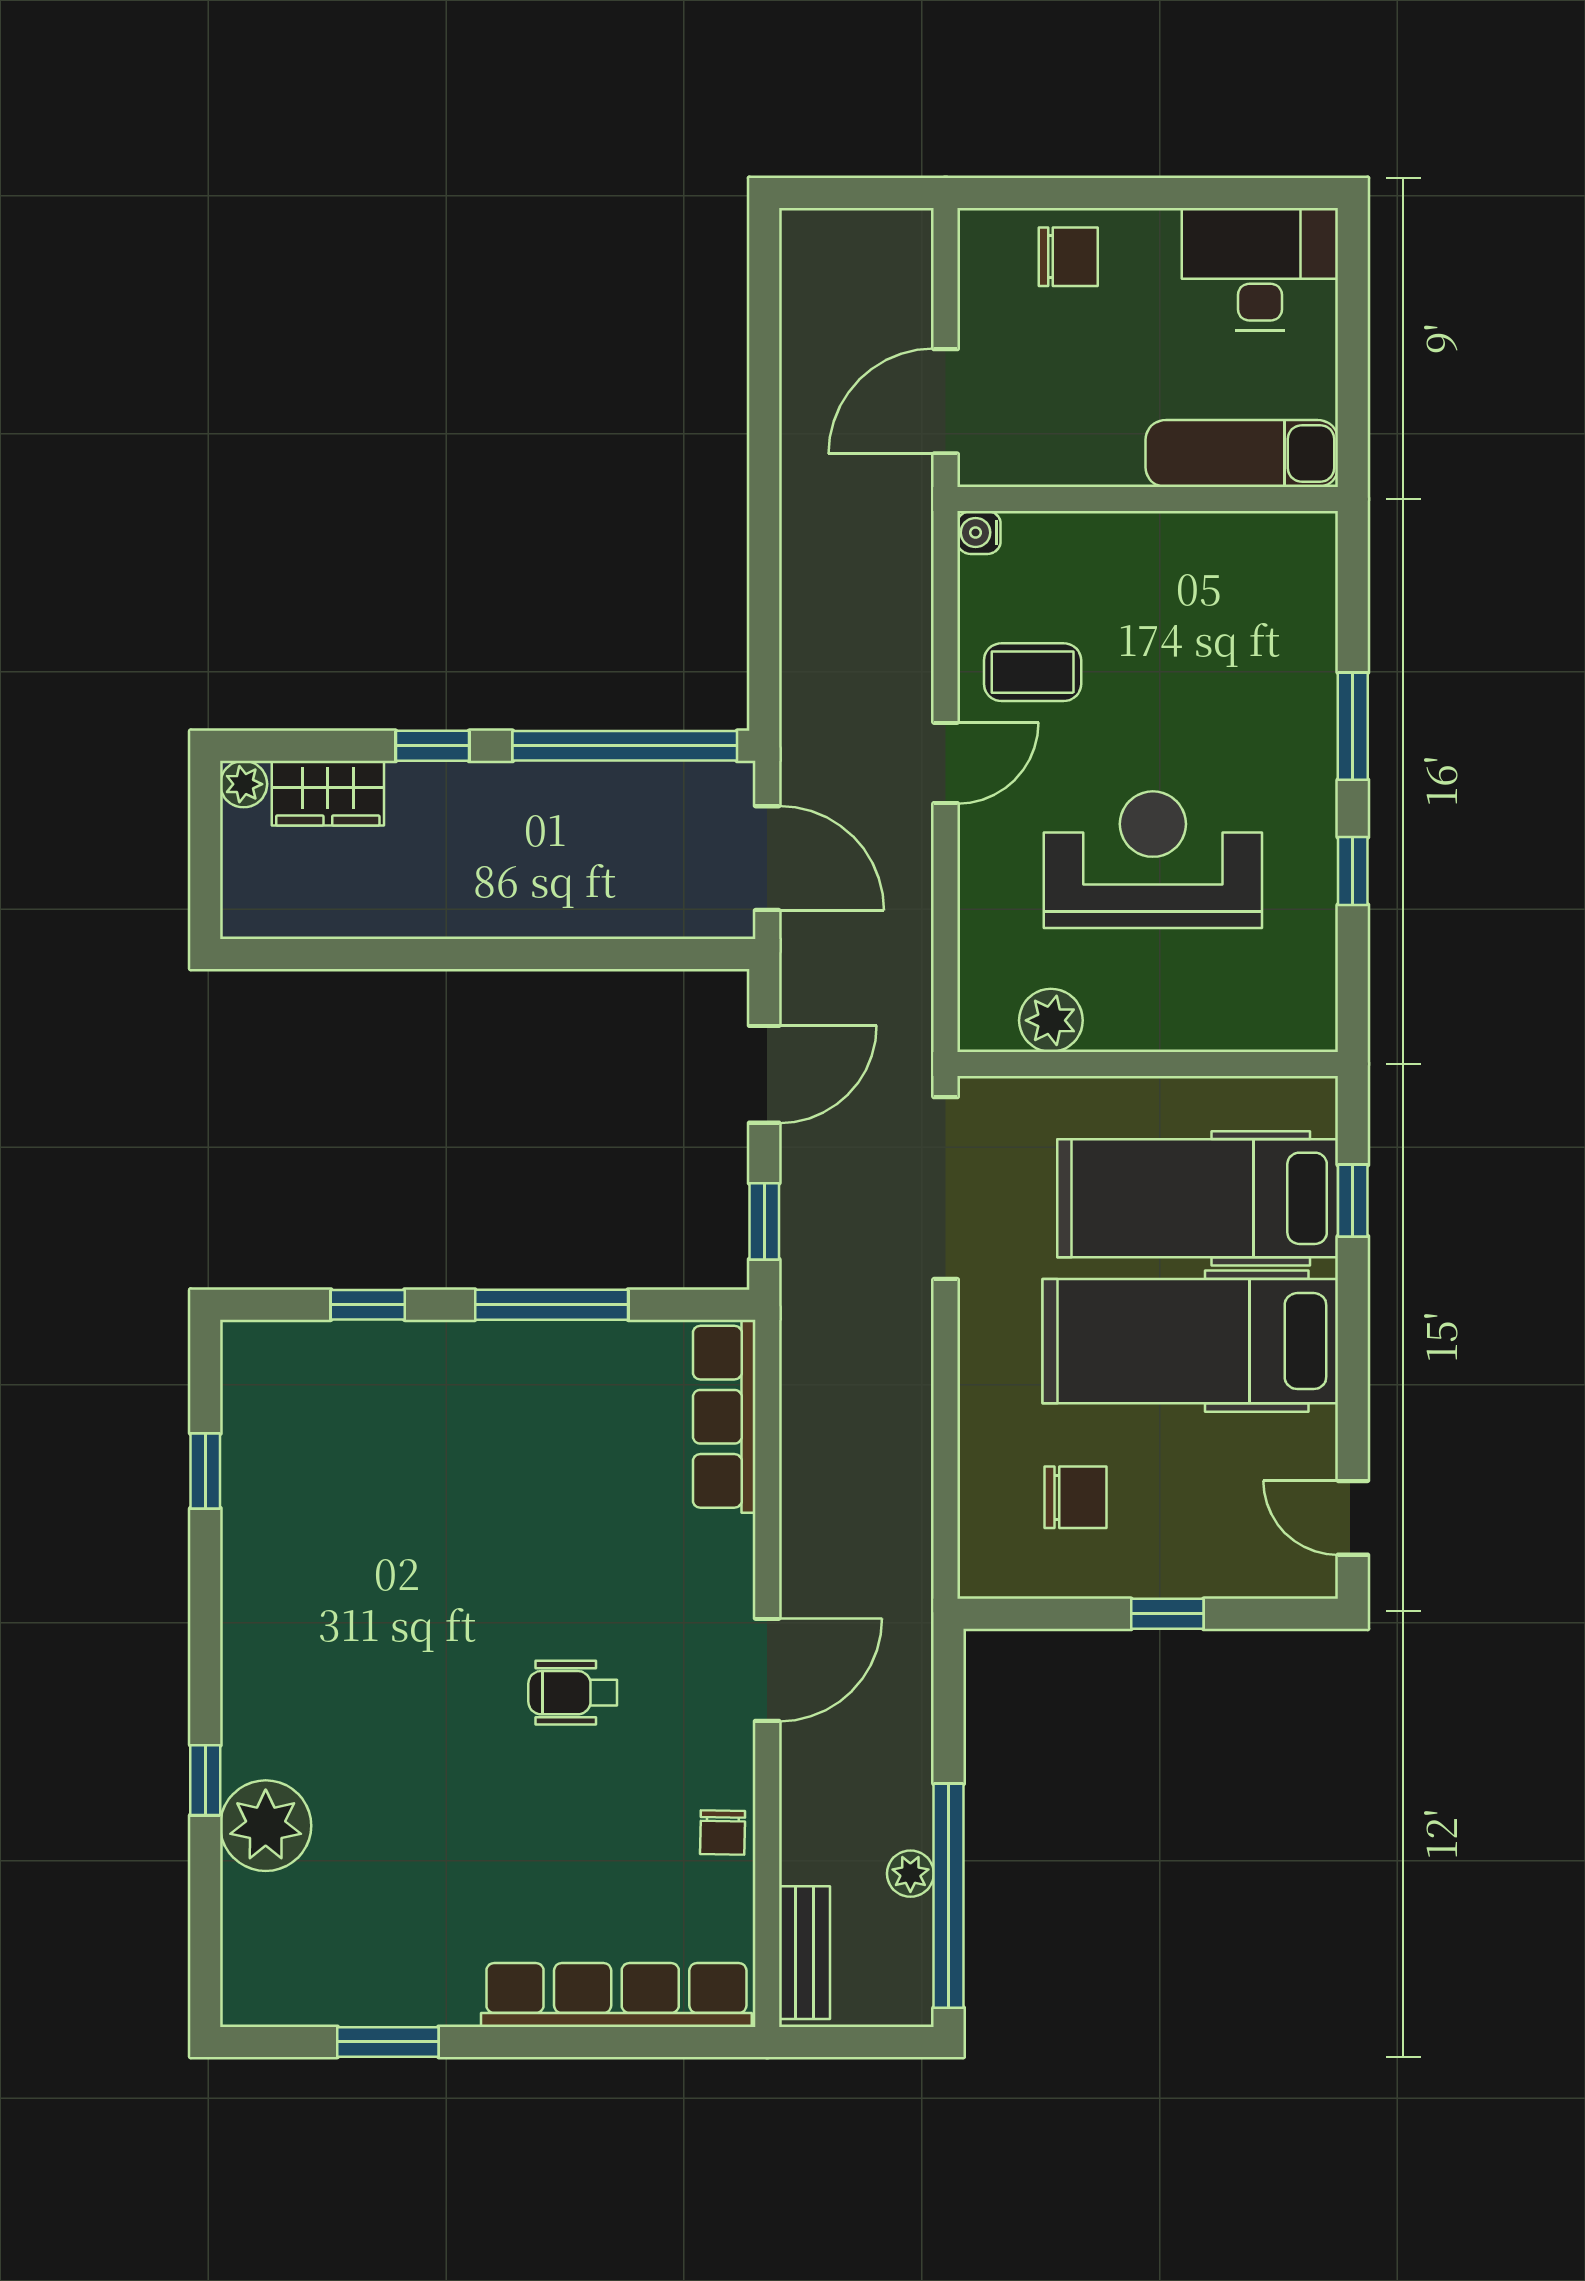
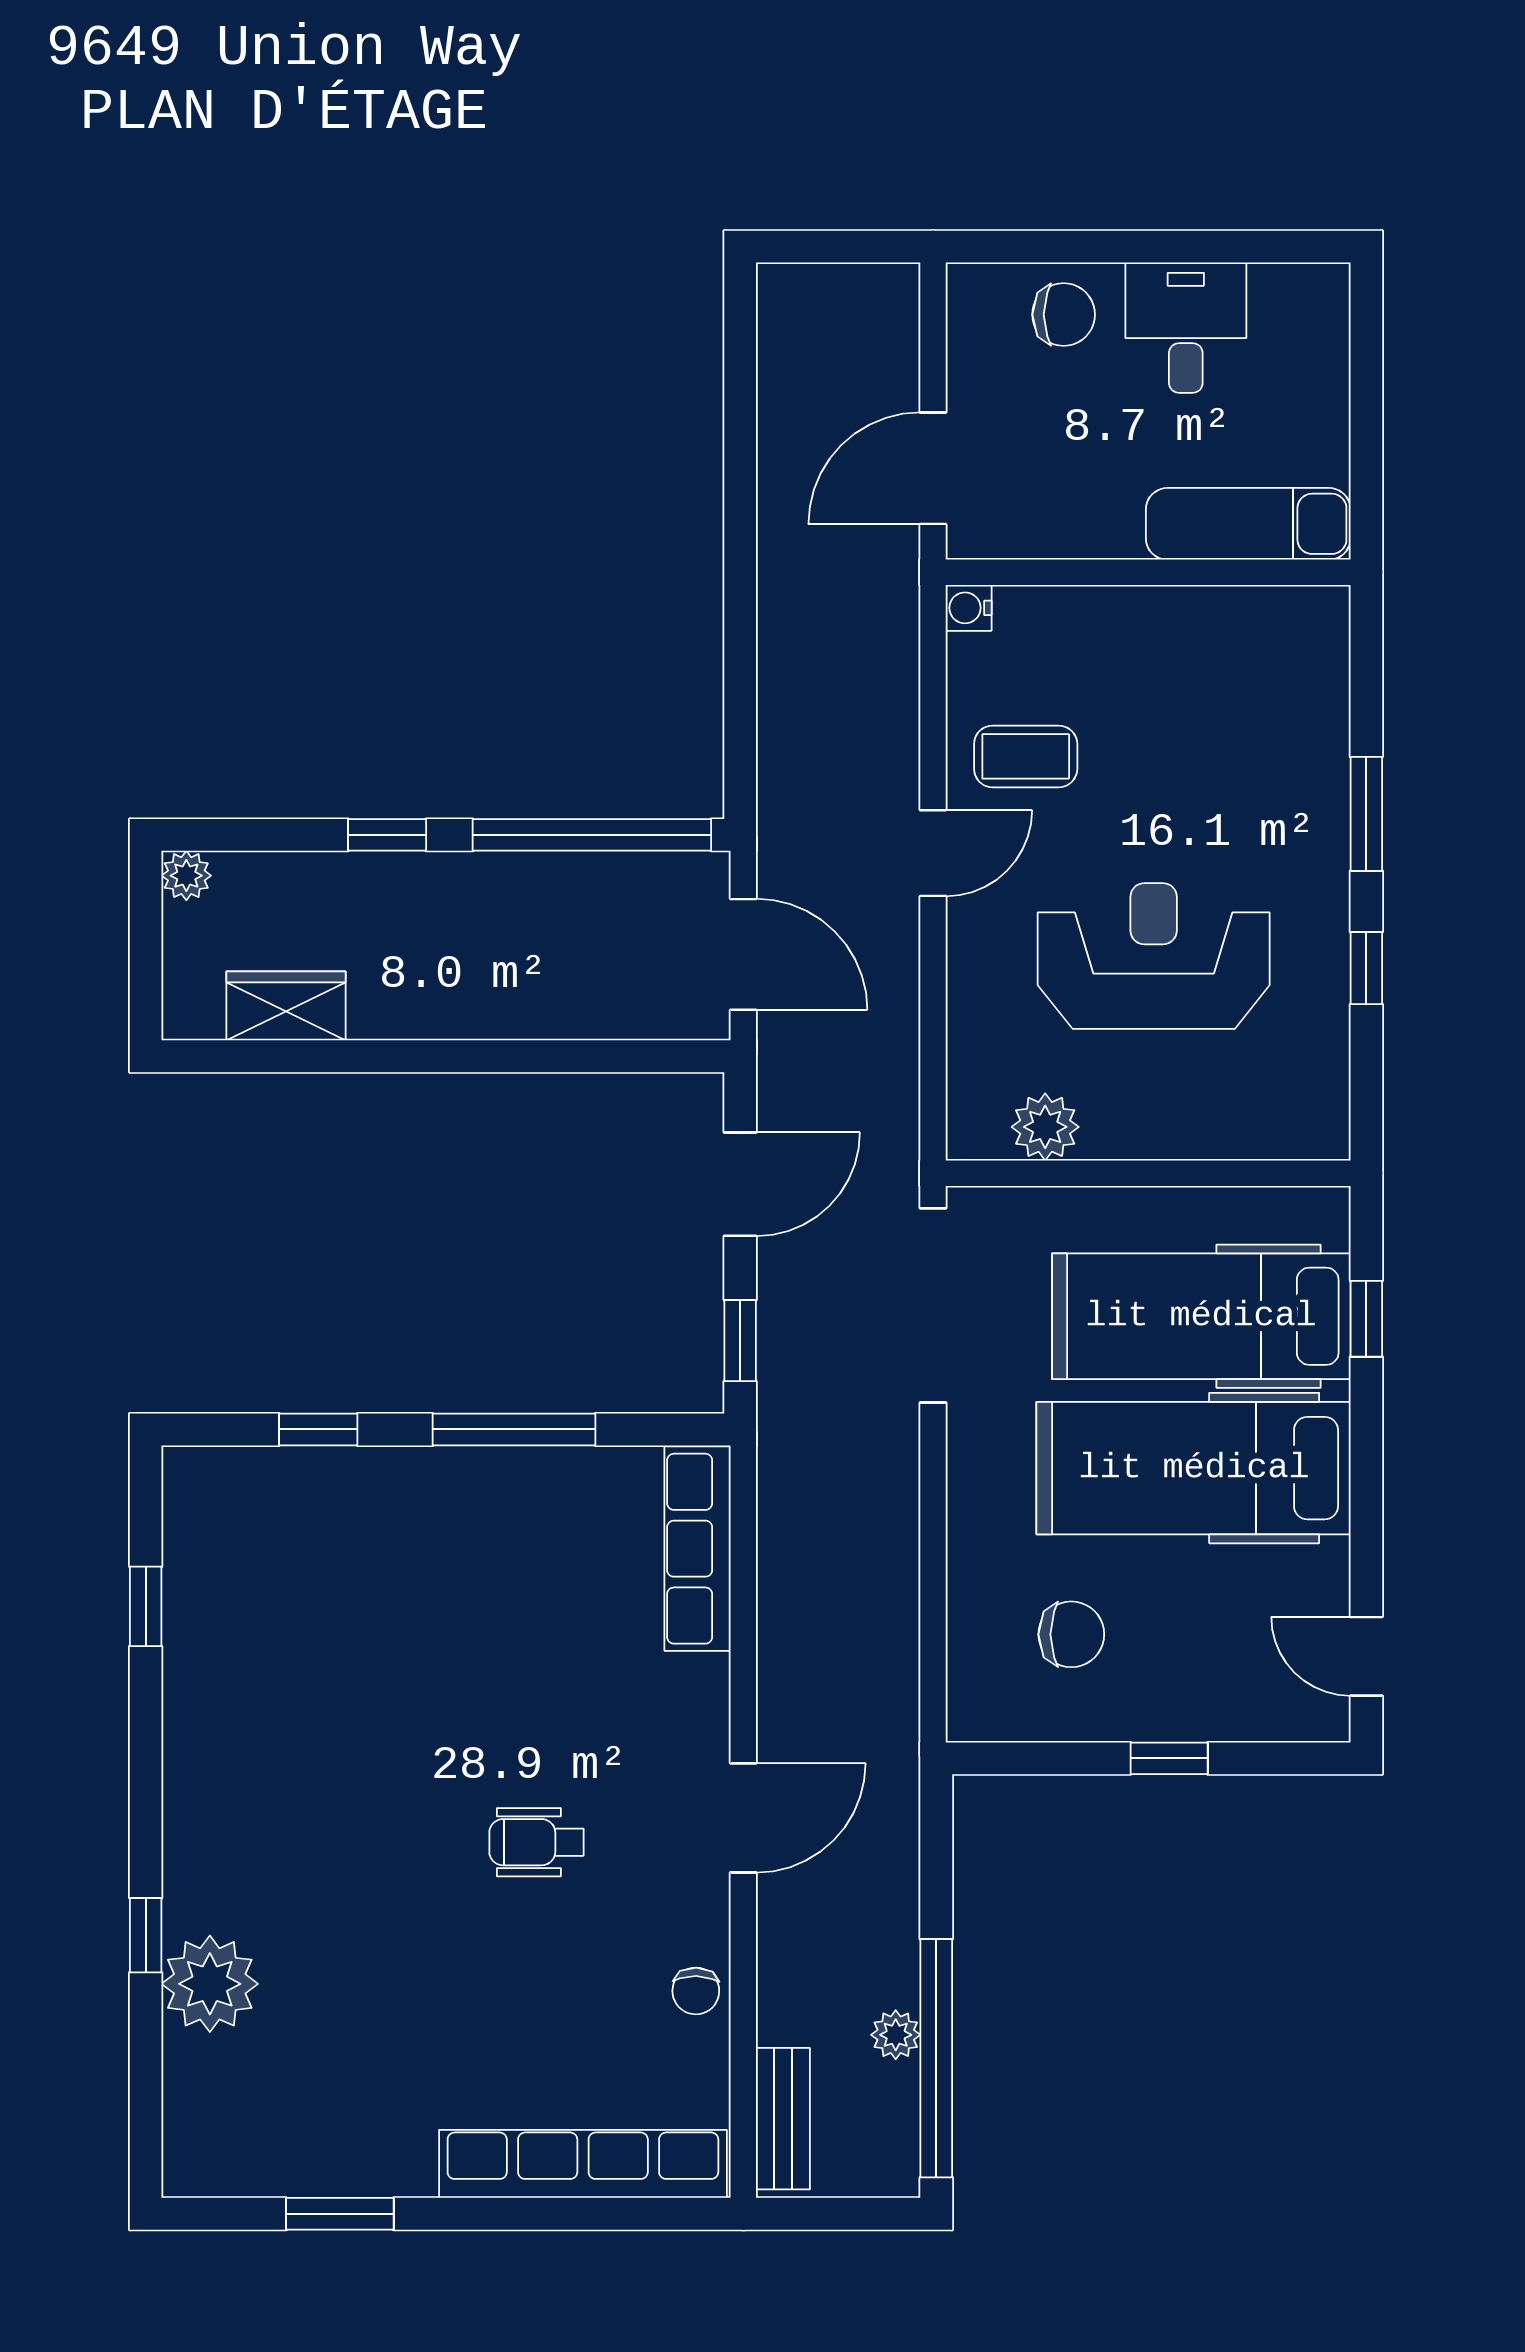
desk: (1260, 269) -> (1186, 328), moved, width x0.73
wardrobe: (328, 793) -> (286, 1006), moved, turned 180

